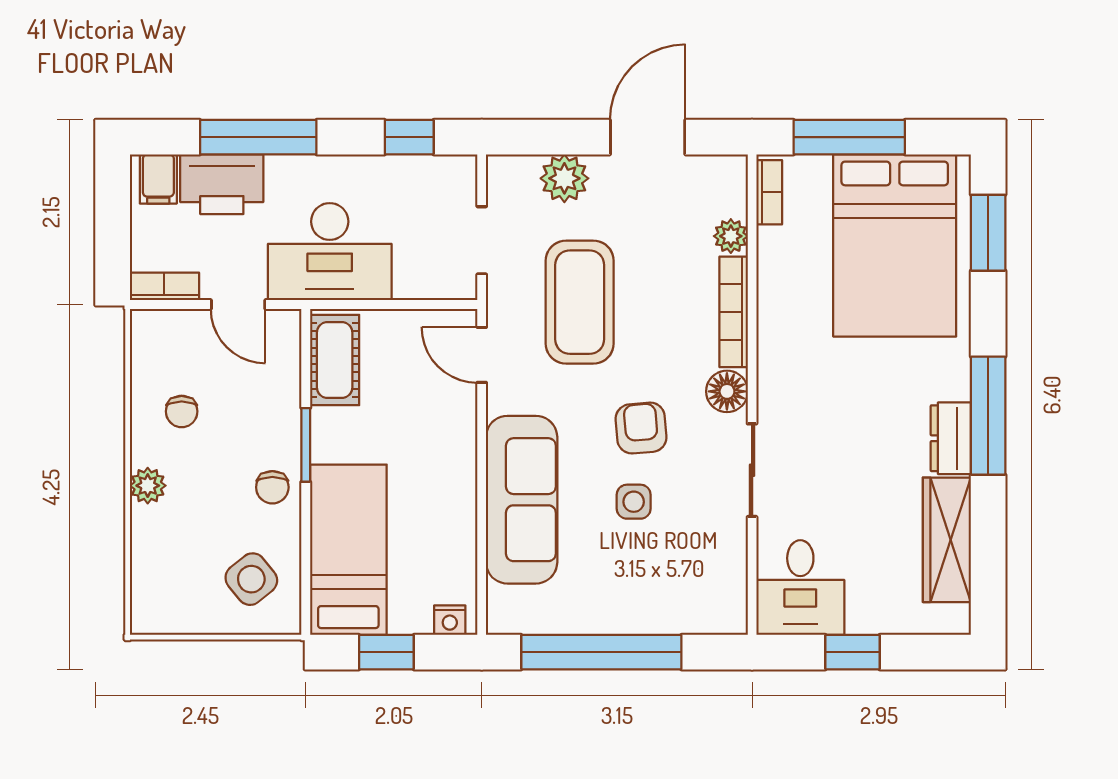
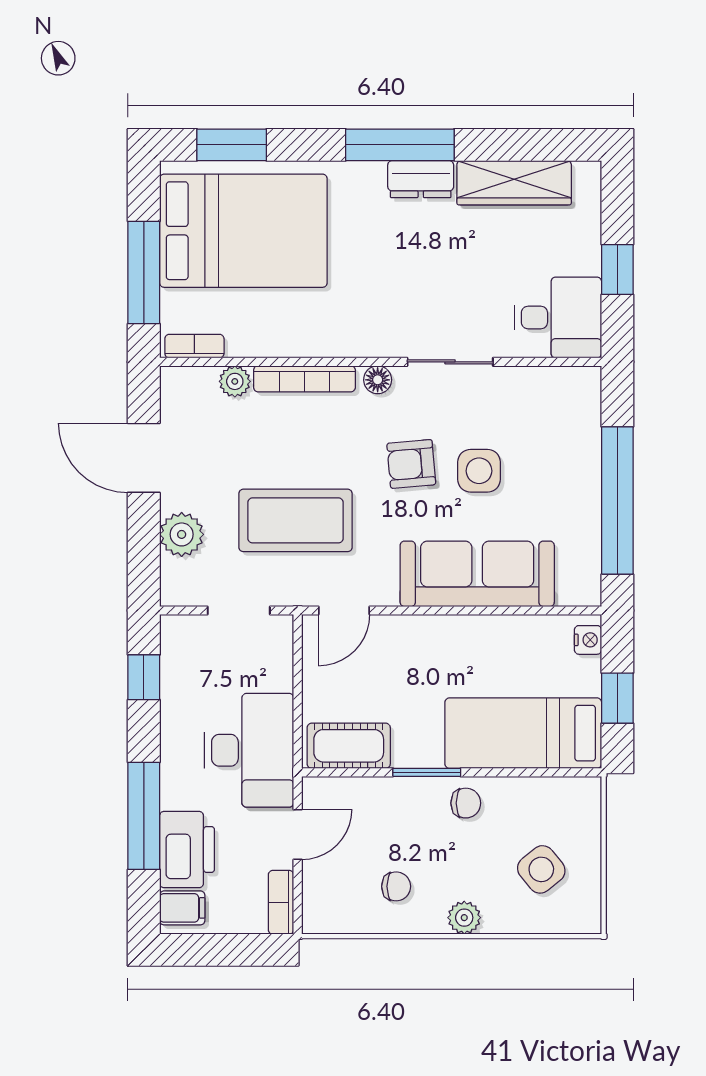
floor lamp: (727, 391) -> (378, 380), width x0.73, depth x0.73
side table: (634, 502) -> (479, 471), width x1.37, depth x1.37
side table: (251, 579) -> (541, 869), moved

